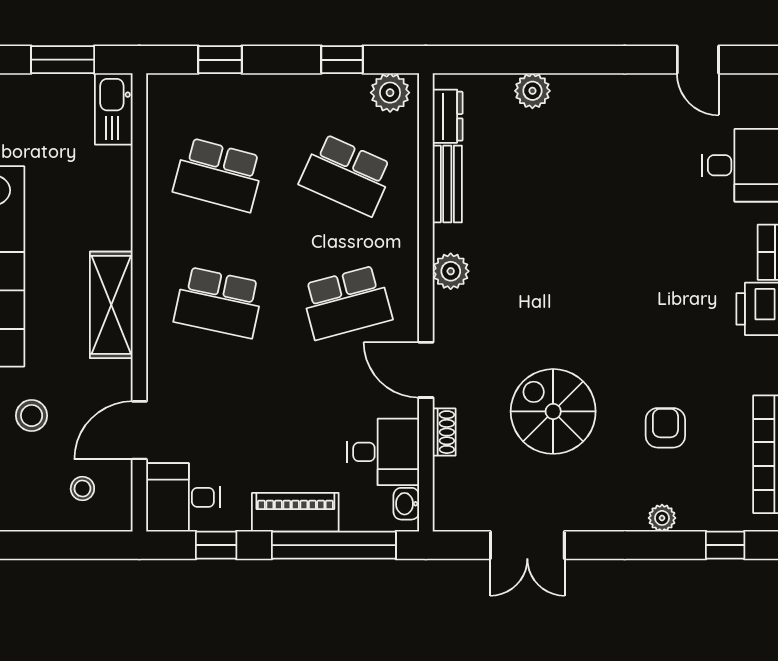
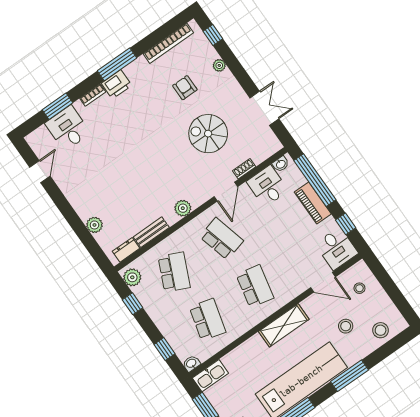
washbasin: (160, 90) -> (191, 364), added
spiral stairs: (553, 411) -> (208, 134), turned 90
armchair: (665, 428) -> (185, 88), turned 90

